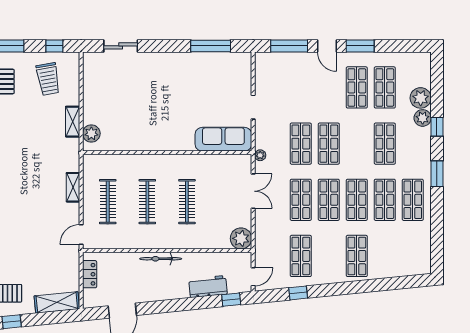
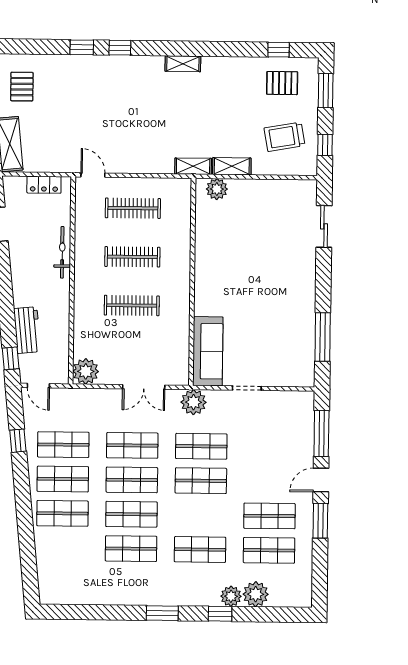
plant: (260, 155) -> (194, 402), width x1.88, depth x1.88
shelving: (73, 187) -> (193, 166), moved
shop shelf: (413, 200) -> (63, 479), moved
bicycle: (161, 259) -> (62, 252), moved

